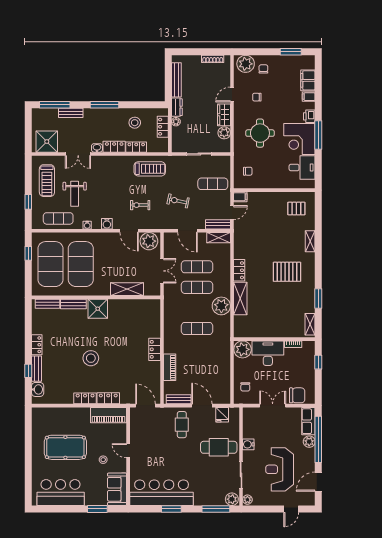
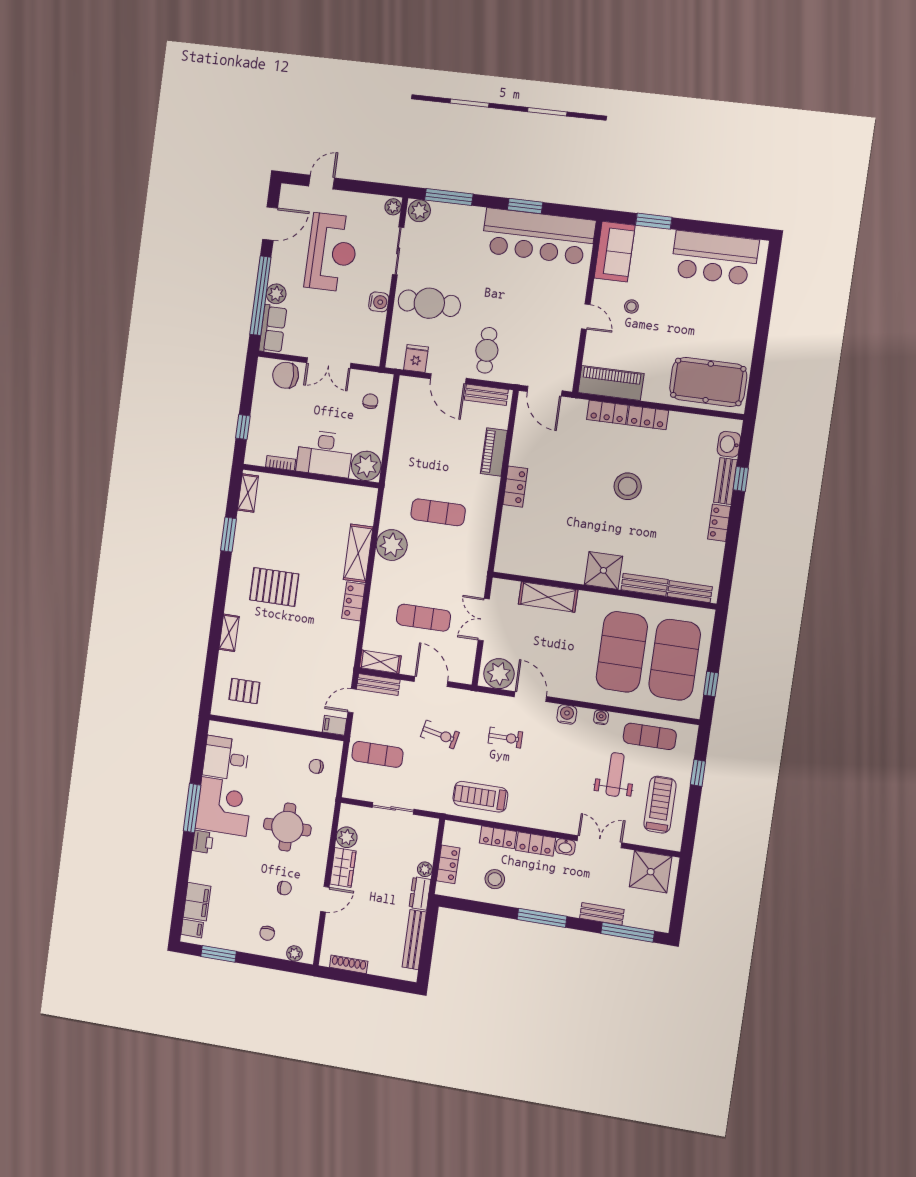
plant: (246, 64) -> (294, 953), width x0.53, depth x0.53
filing cabinet: (309, 97) -> (192, 928), moved
exercise mat: (197, 287) -> (428, 583), removed
pool table: (65, 447) -> (708, 382), moved

